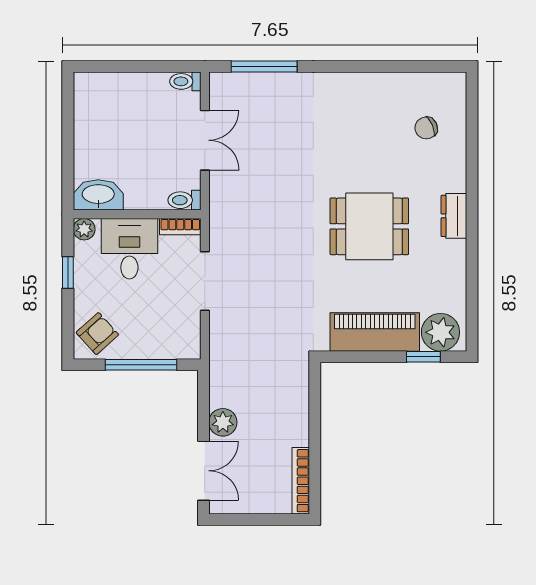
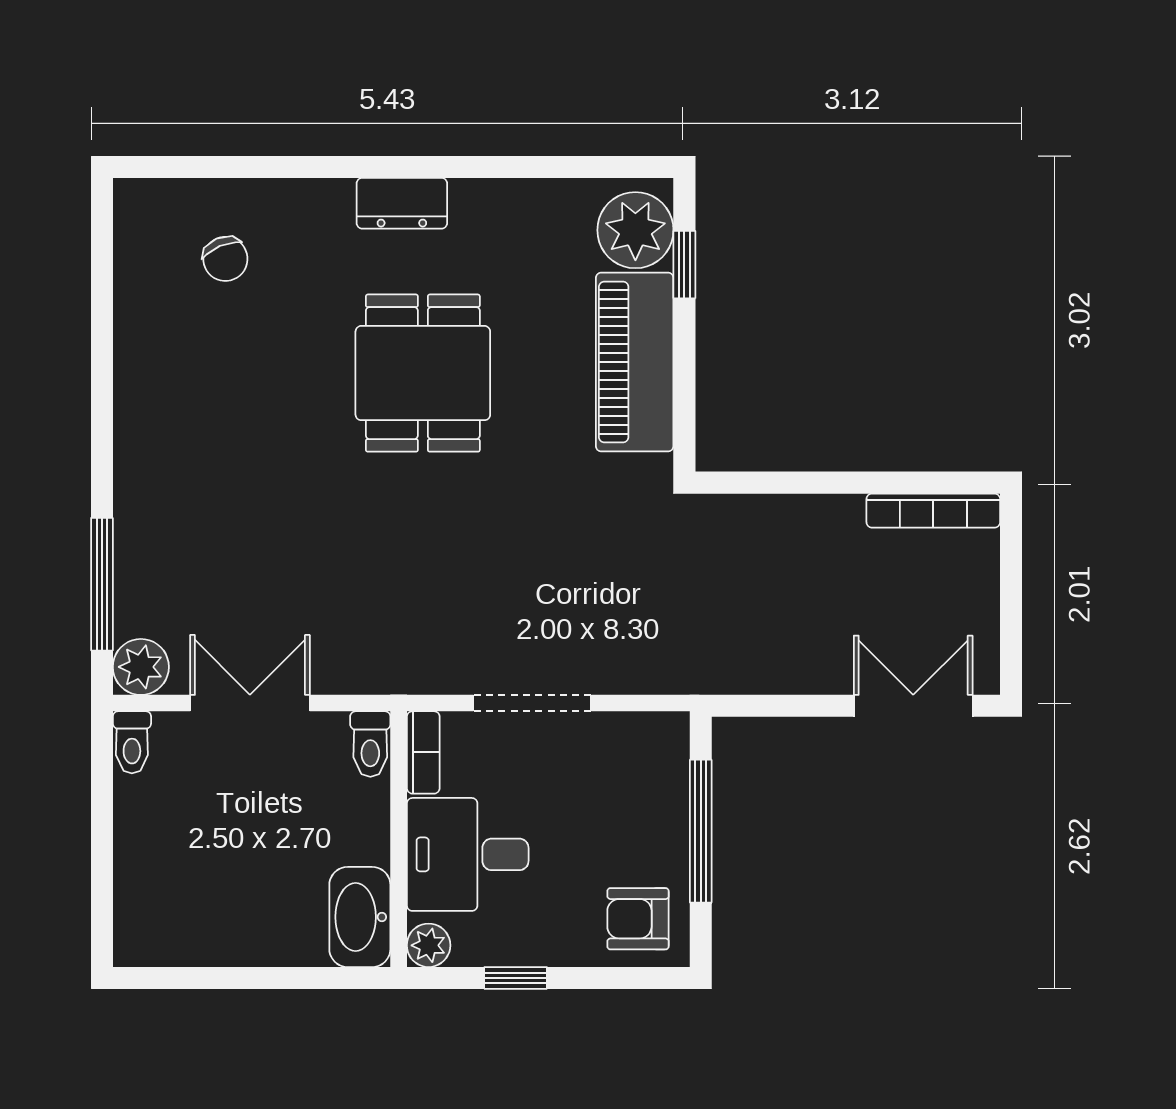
armchair: (97, 334) -> (638, 919), turned -48
plant: (223, 422) -> (141, 667), moved

